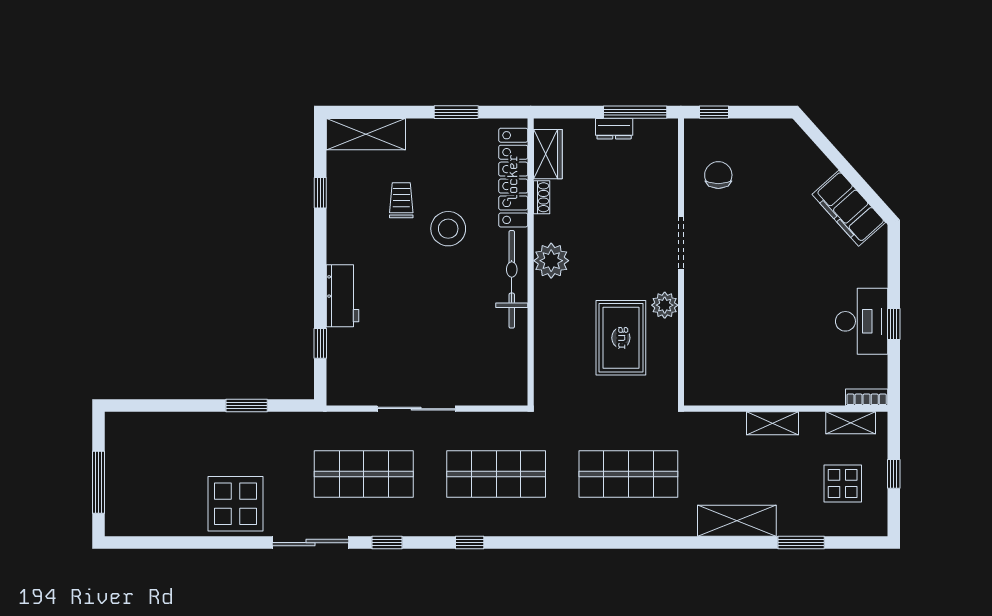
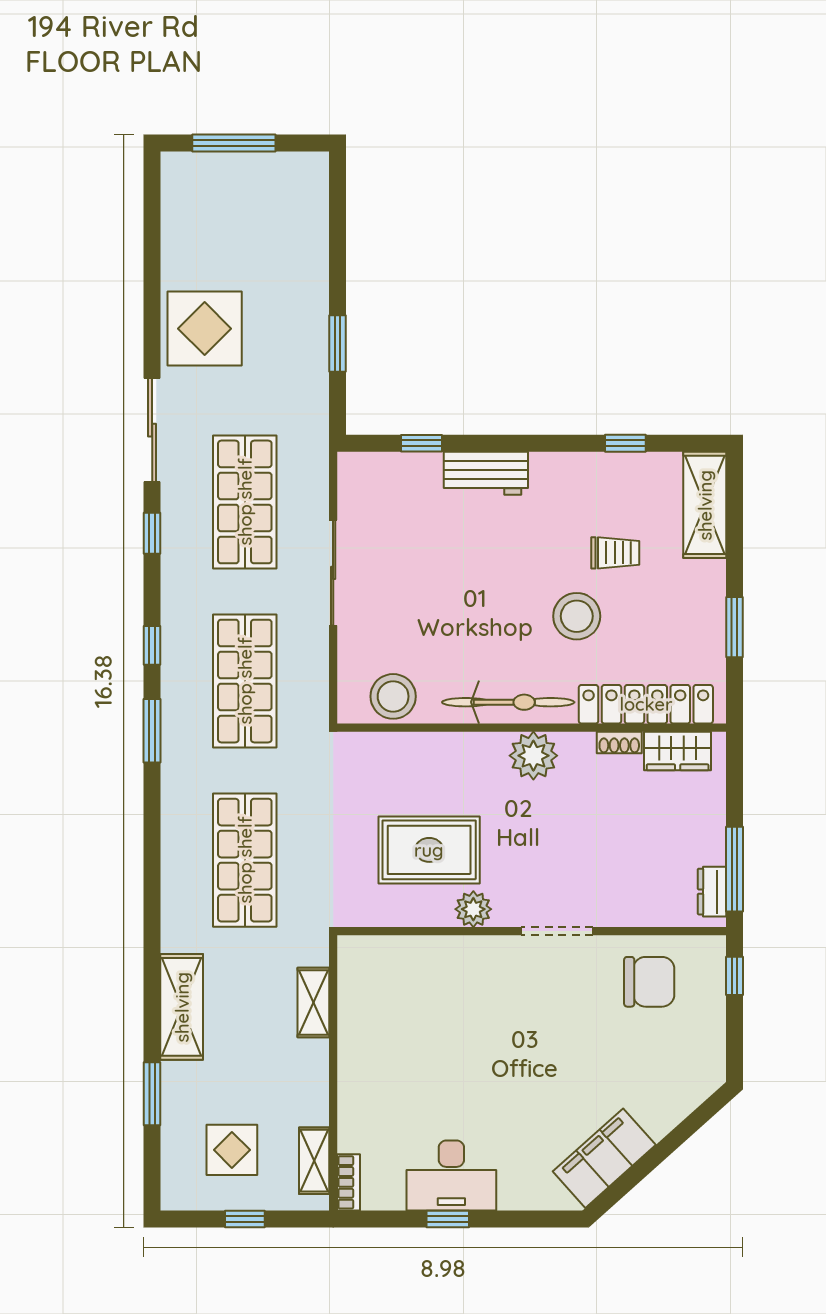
dresser: (614, 129) -> (712, 892), moved
chair: (718, 175) -> (649, 982), width x1.37, depth x1.37
stool: (507, 364) -> (393, 696), added
shelving: (772, 423) -> (313, 1003), moved
window: (533, 543) -> (152, 731), added

